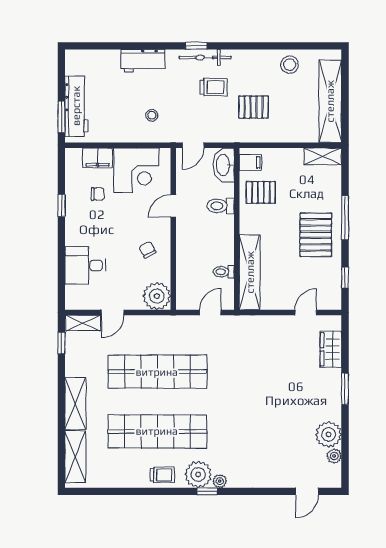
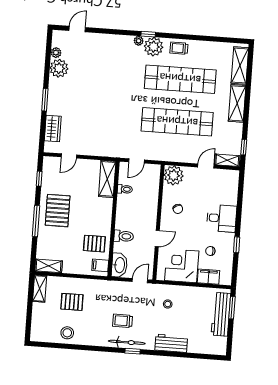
shelving: (330, 101) -> (40, 289), width x0.45, depth x0.75
pallet: (254, 107) -> (72, 302), moved
desk: (85, 265) -> (222, 218), moved
shelving: (250, 272) -> (107, 179), width x0.68

